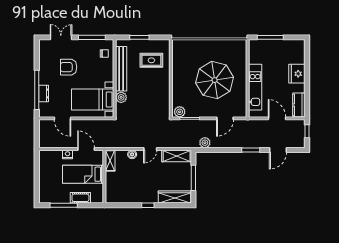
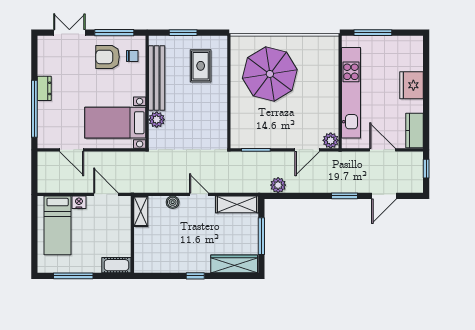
rug: (151, 60) -> (201, 66), turned 90
armchair: (69, 67) -> (108, 57), moved
parasol: (215, 80) -> (270, 74), moved
kitchen unit: (255, 87) -> (351, 93), width x1.36
dresser: (44, 93) -> (44, 88), moved
plant: (180, 112) -> (331, 140), moved
door: (150, 149) -> (199, 194), swing flipped
bed: (83, 174) -> (58, 225), moved, turned -90
cot: (80, 198) -> (116, 265), moved

